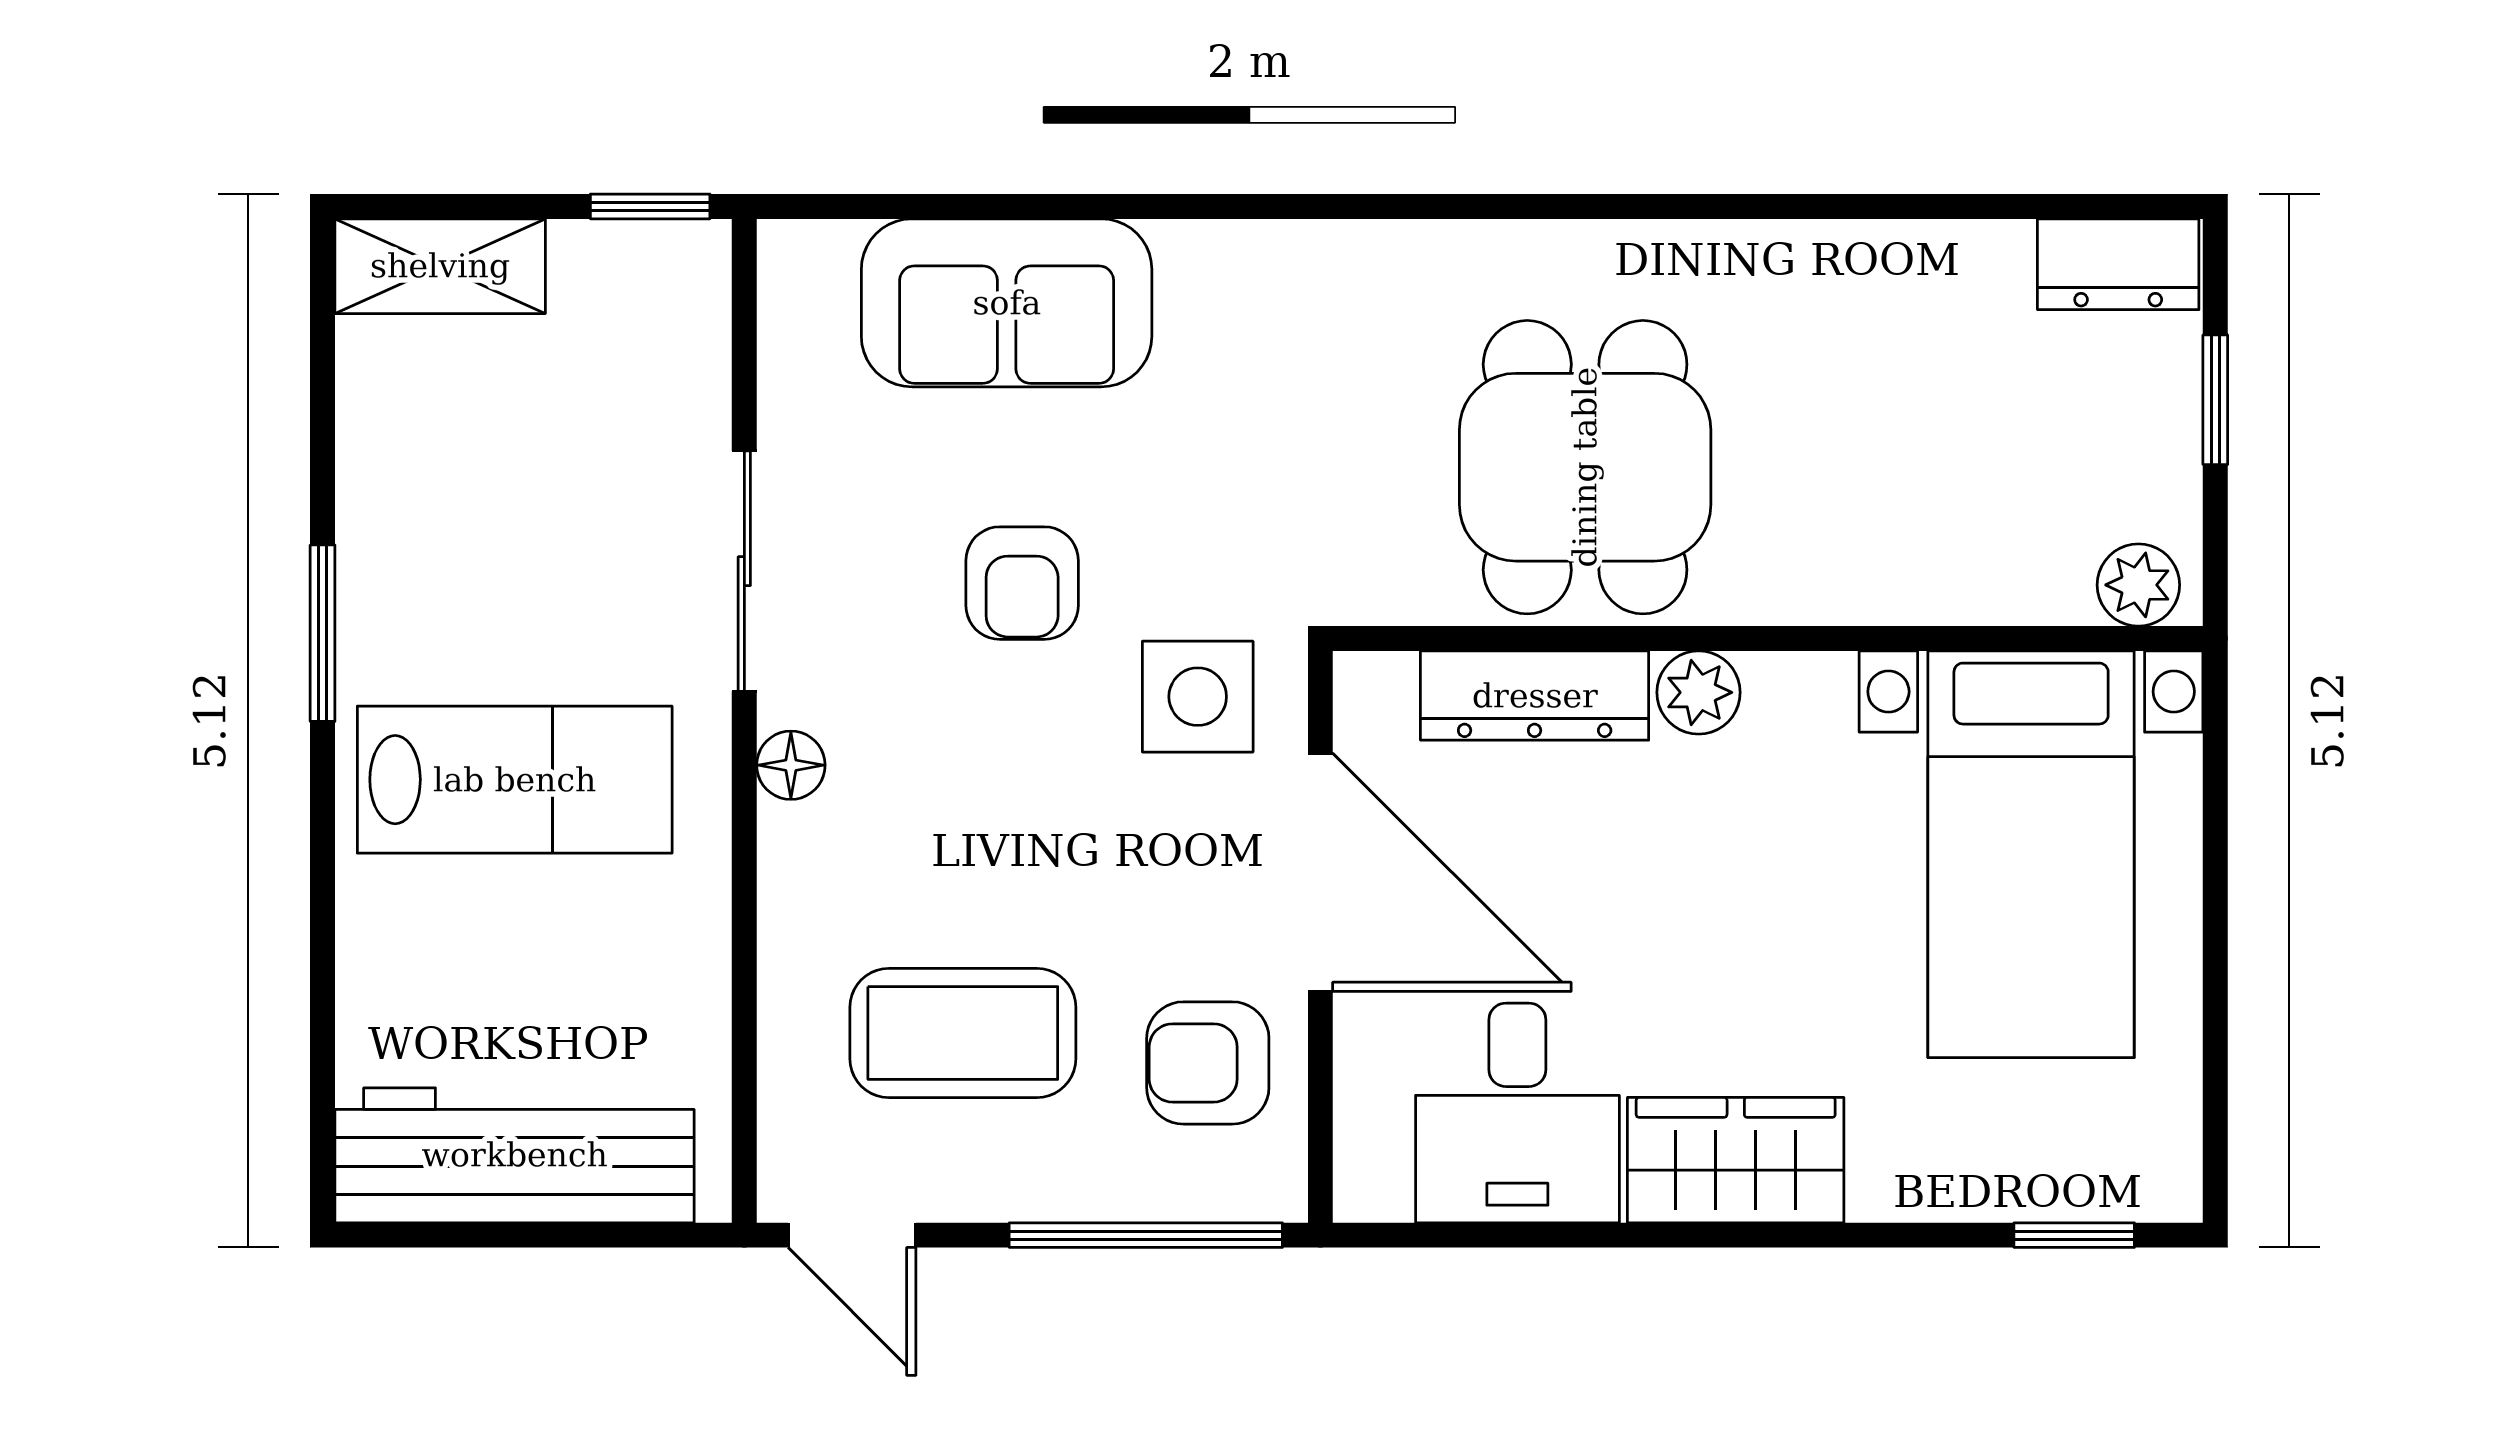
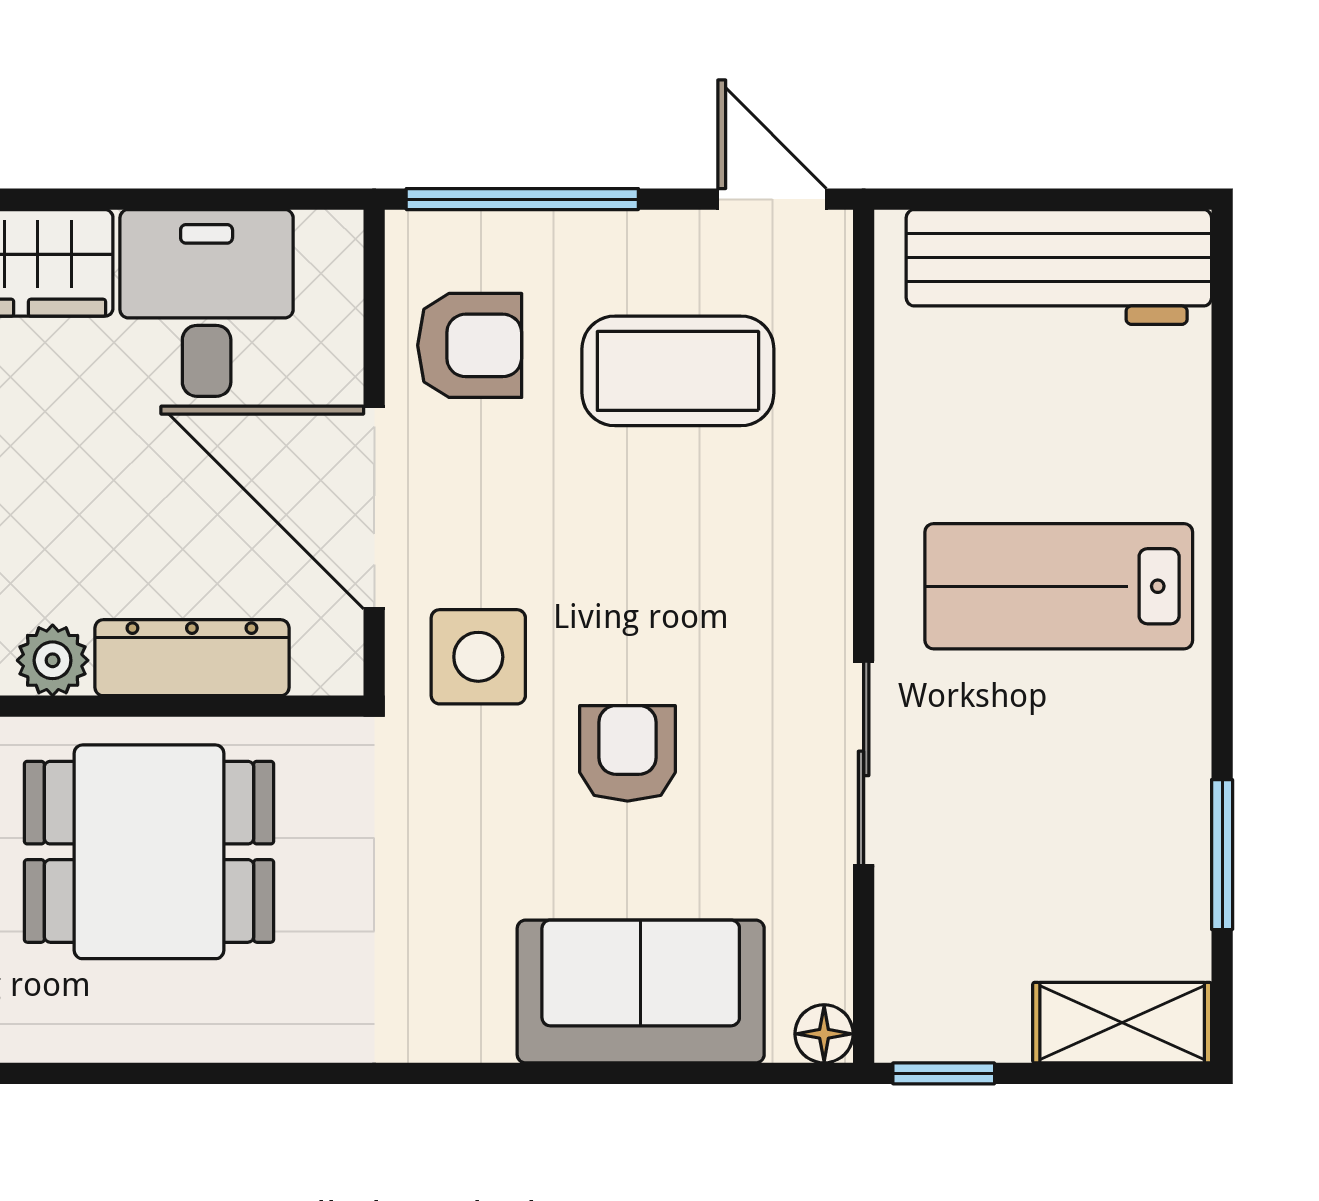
dining table: (1585, 467) -> (149, 852), turned 90
window: (323, 633) -> (1222, 855), moved
floor lamp: (791, 765) -> (824, 1034), moved

